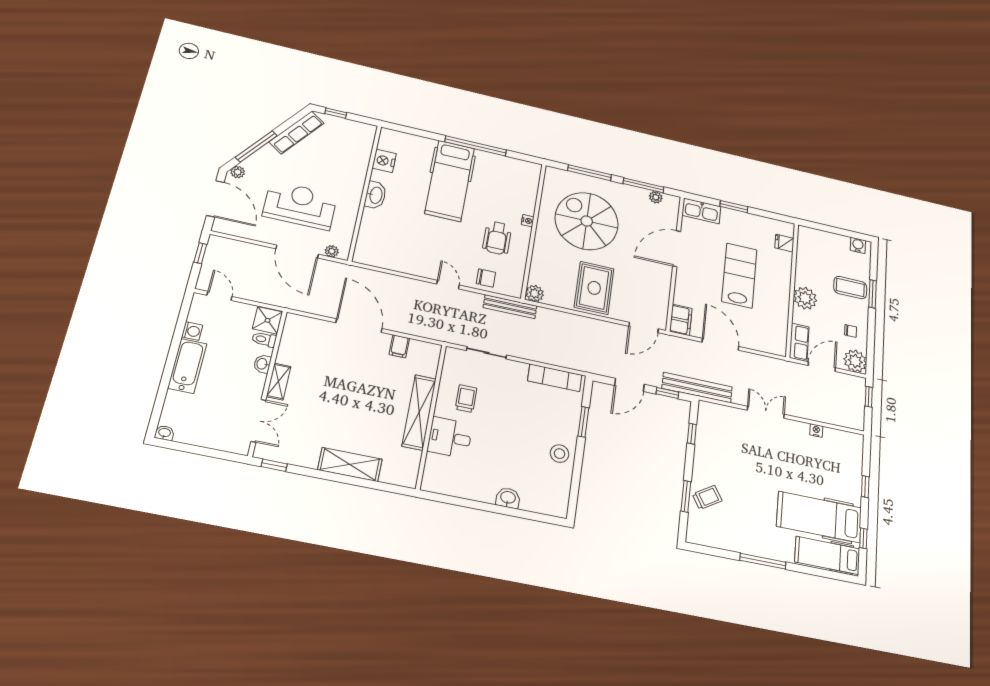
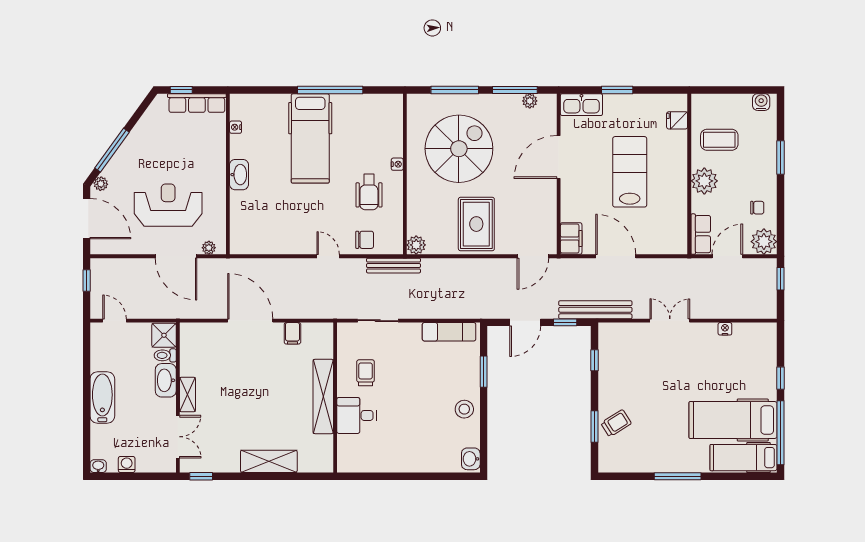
row of seats: (297, 133) -> (197, 103), moved, turned 54
nightstand: (384, 161) -> (236, 127), width x0.53, depth x0.56
spiral stairs: (587, 221) -> (459, 149), turned 90
coffee table: (850, 288) -> (719, 140), moved
washing machine: (192, 331) -> (127, 464), moved, turned -90
washbasin: (262, 364) -> (166, 380), width x1.91, depth x1.45
washbasin: (508, 498) -> (471, 459), moved, turned -90
window: (863, 538) -> (780, 433), width x3.17

